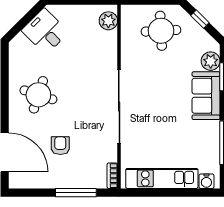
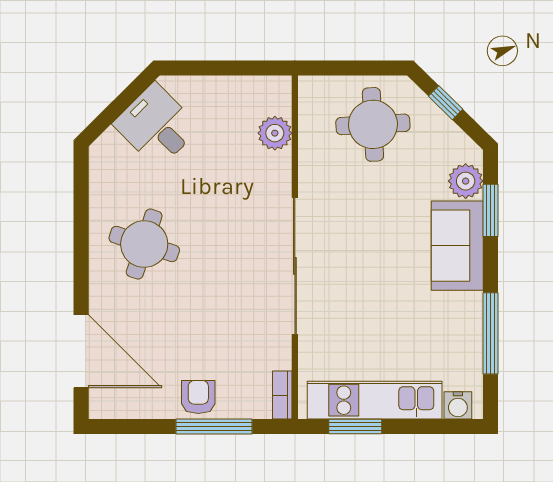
plant: (108, 21) -> (275, 133), moved
armchair: (60, 146) -> (198, 397), moved
window: (151, 193) -> (355, 427), added

